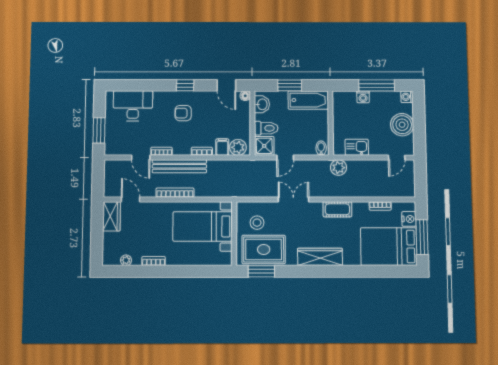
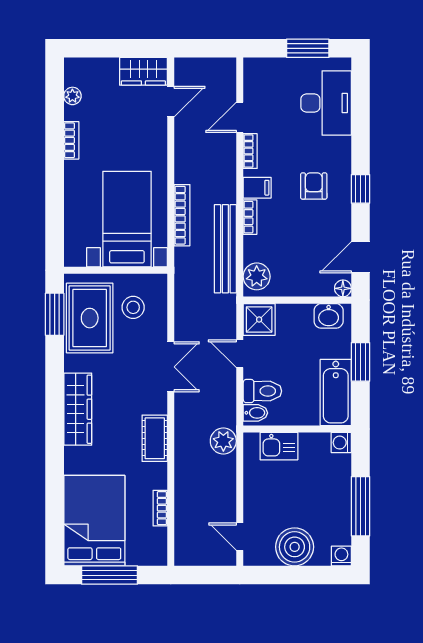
washing machine: (363, 97) -> (341, 443), moved
toilet: (266, 128) -> (262, 391), moved, turned -90
window: (99, 130) -> (308, 48), moved
filing cabinet: (222, 147) -> (257, 188), moved
kitchen sink: (357, 147) -> (279, 446), moved, turned 90
bench: (179, 166) -> (225, 249), moved
bookcase: (175, 193) -> (182, 215), moved
nightstand: (409, 219) -> (139, 555), removed

